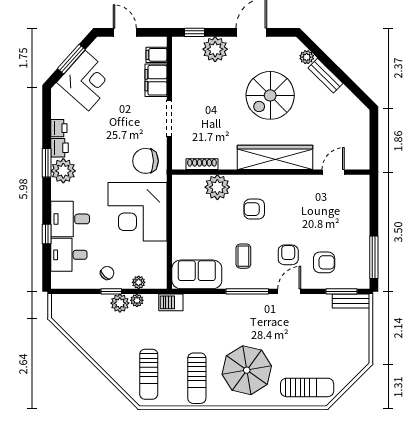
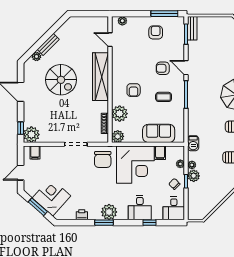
plant: (215, 49) -> (31, 135), moved
filing cabinet: (156, 80) -> (160, 153), moved, width x0.50
printer: (59, 148) -> (94, 214), removed
plant: (182, 184) -> (118, 136), added
plant: (362, 192) -> (122, 21), added
desk: (69, 255) -> (174, 208), moved
armchair: (324, 262) -> (156, 32), moved
sofa: (197, 274) -> (159, 133), moved, turned 90

